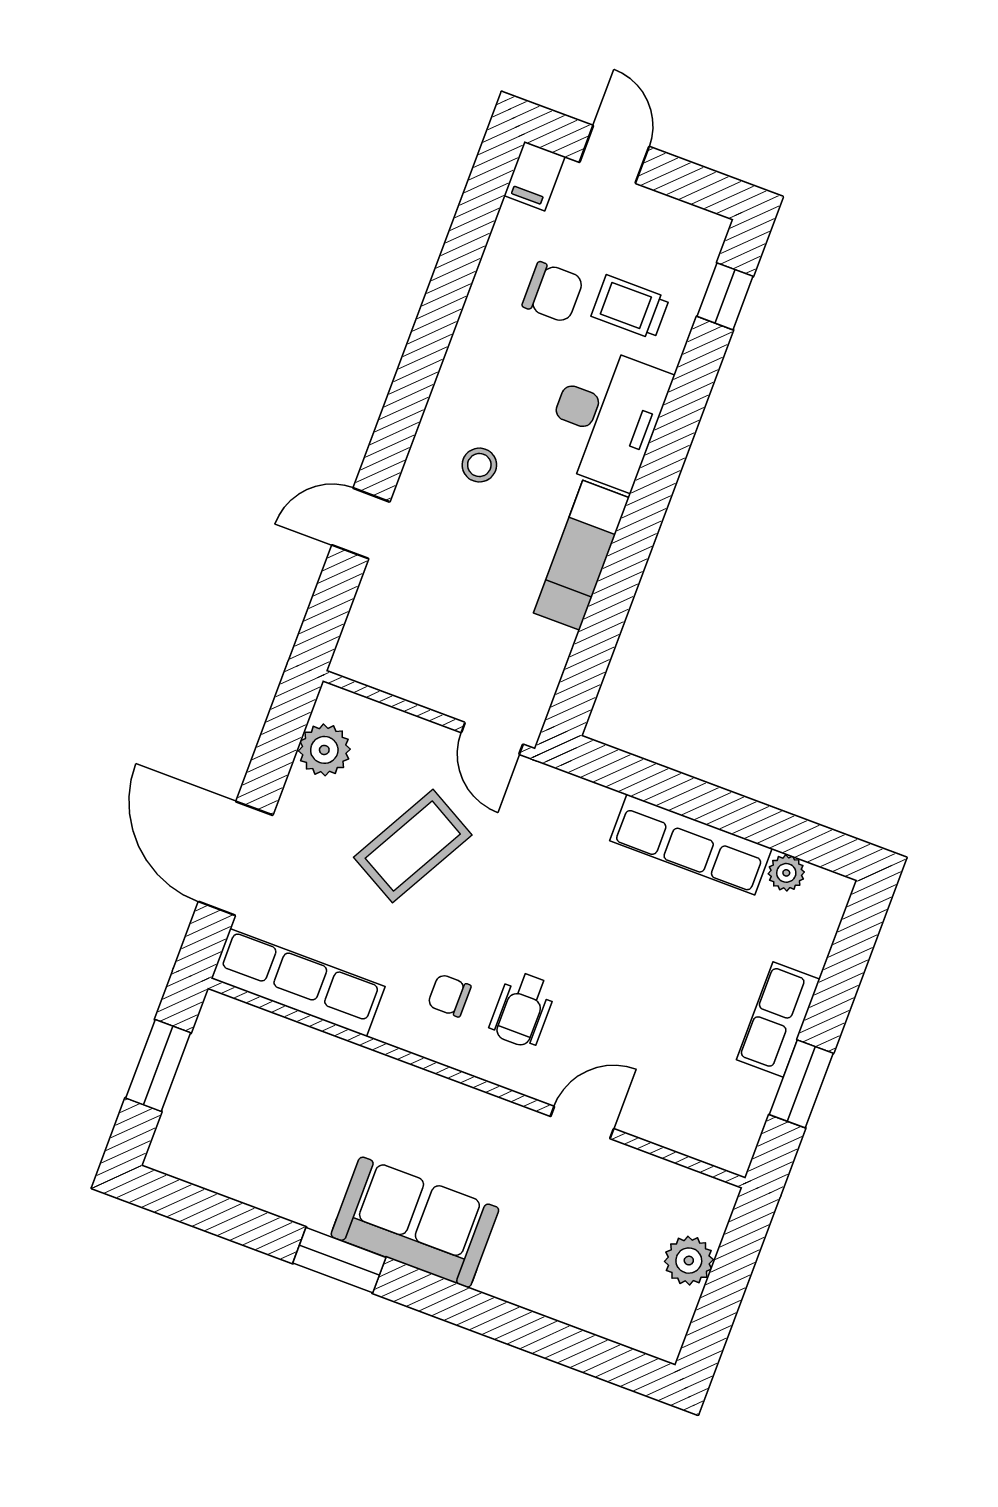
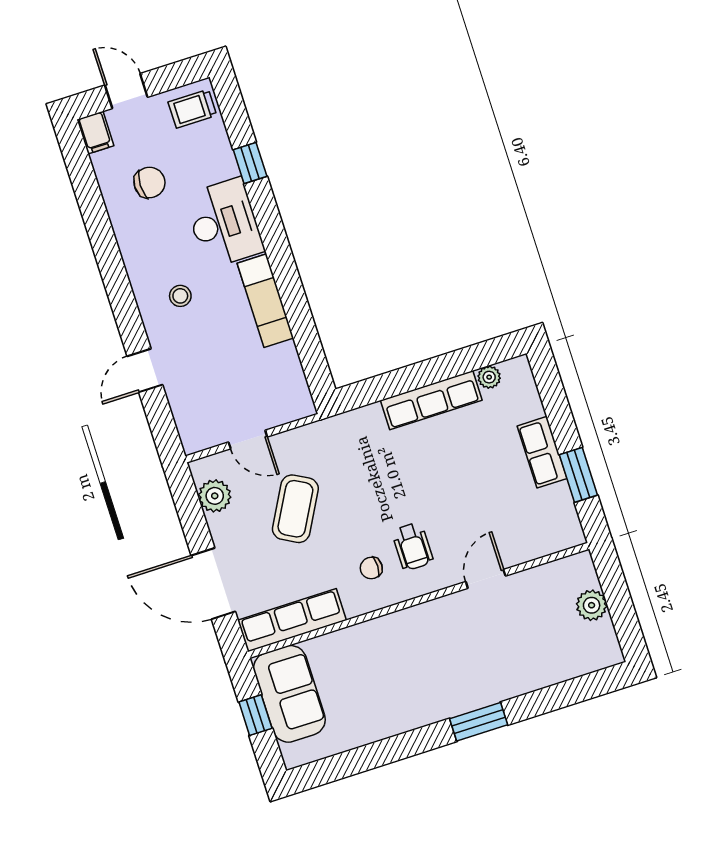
window: (725, 296) -> (250, 163), moved
trolley: (630, 307) -> (192, 109), moved
door: (492, 738) -> (248, 440), moved
window: (158, 1065) -> (255, 715), width x0.67
sofa: (415, 1222) -> (289, 694), moved, turned 90
window: (339, 1260) -> (479, 722), moved

